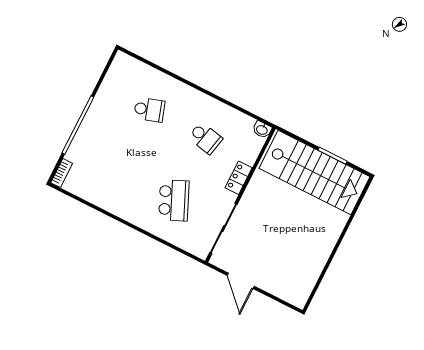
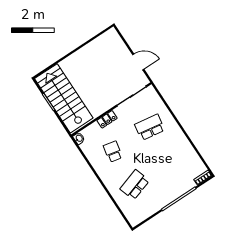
school desk: (149, 110) -> (135, 185), width x1.85
school desk: (174, 200) -> (150, 127), turned 33
door: (241, 281) -> (138, 62), hinge flipped

